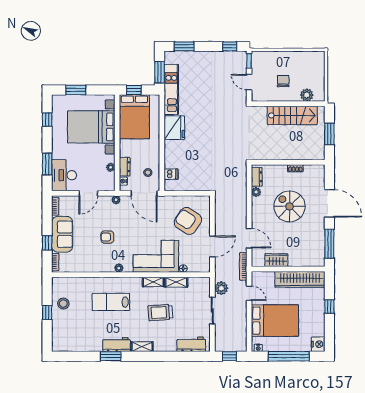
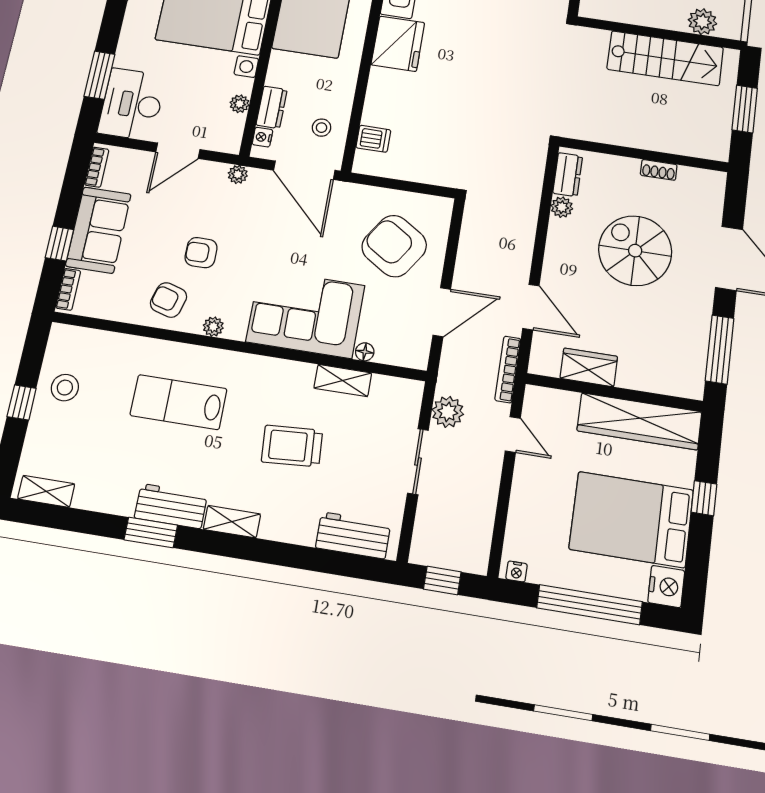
armchair: (98, 260) -> (169, 300), added
shelving: (153, 282) -> (46, 491), moved
bed: (275, 321) -> (631, 519), moved, turned 180

